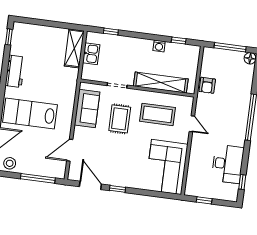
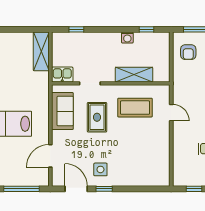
kitchen sink: (91, 54) -> (62, 75), moved, turned -90
shelving: (161, 83) -> (134, 75), width x0.68
armchair: (207, 85) -> (188, 52), moved
corner sofa: (166, 167) -> (151, 160), removed
side table: (116, 170) -> (100, 169), added

